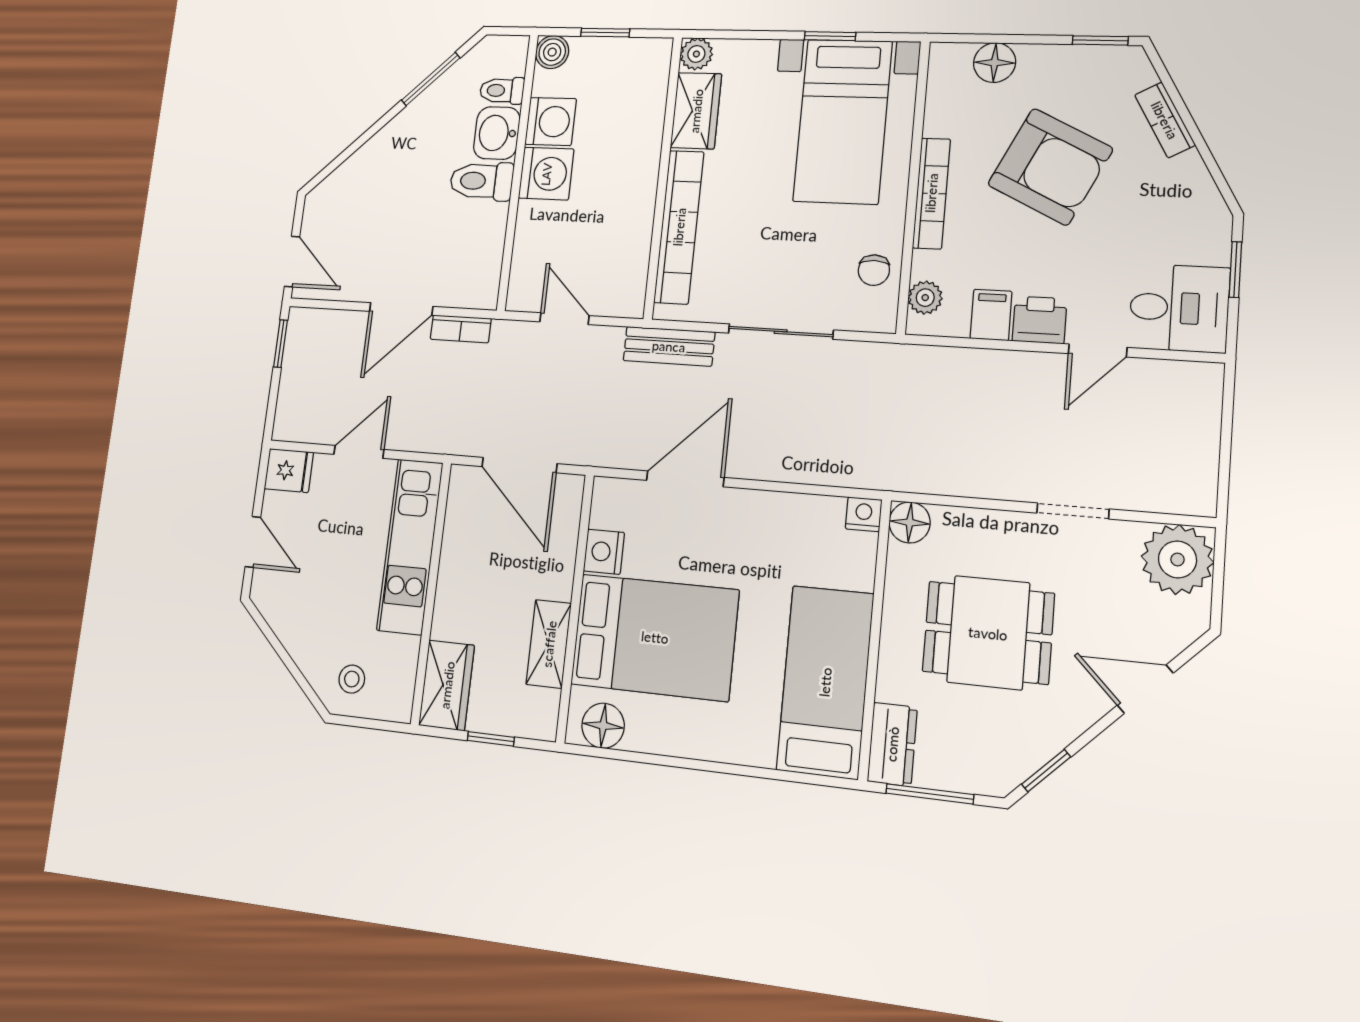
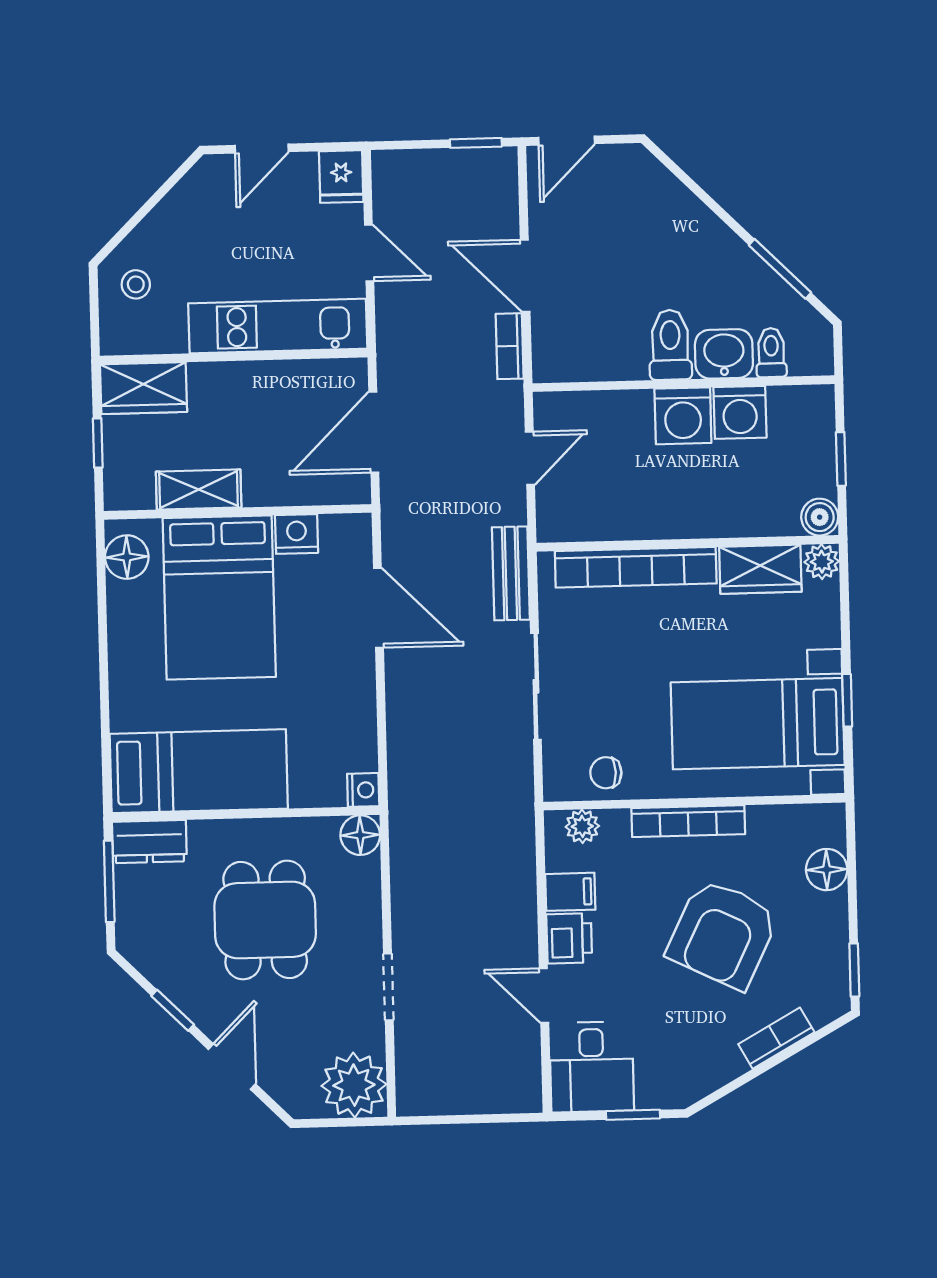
boiler: (552, 52) -> (820, 517), moved
window: (1046, 771) -> (173, 1010), moved

